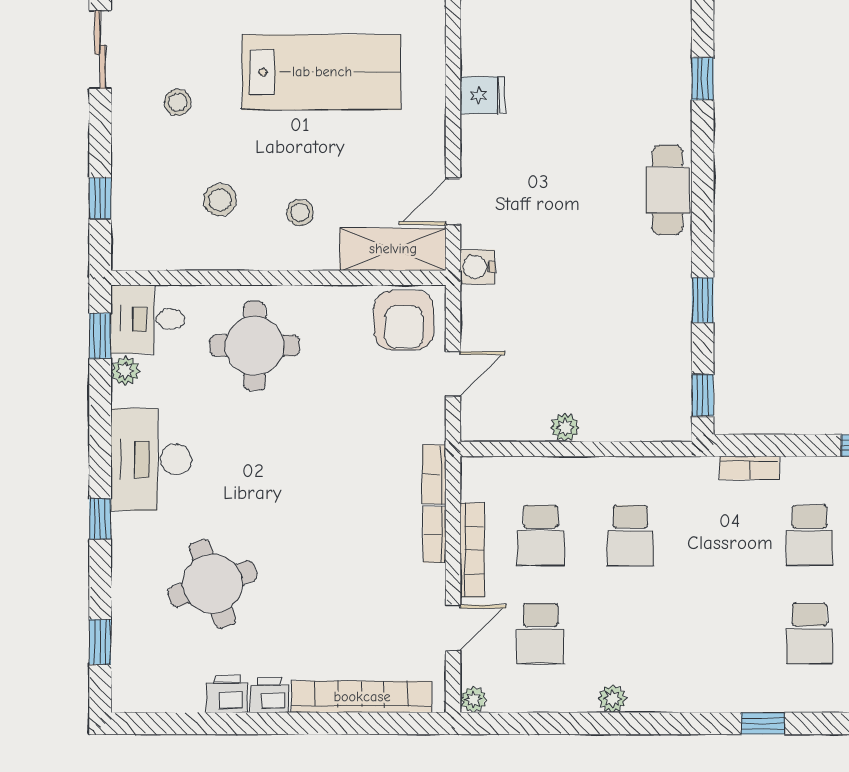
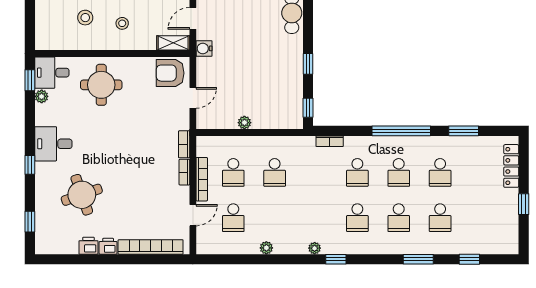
window: (100, 198) -> (30, 17), removed
shelving: (393, 249) -> (173, 43), width x0.67, depth x0.75
armchair: (404, 320) -> (170, 73), turned 90
desk: (151, 459) -> (53, 144), width x0.73
plant: (473, 699) -> (315, 248), moved

